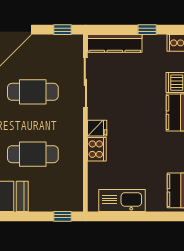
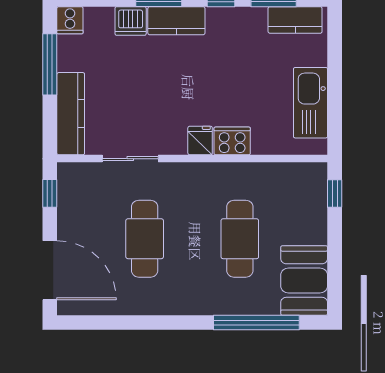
window: (147, 30) -> (50, 64), width x2.17
sliding door: (85, 82) -> (130, 159), width x0.73

